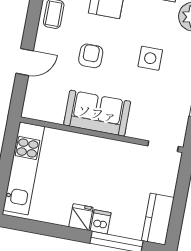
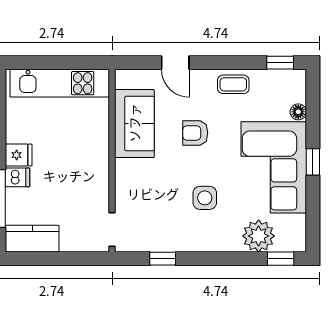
armchair: (91, 56) -> (195, 133), turned 180
sofa: (97, 113) -> (134, 123), moved

